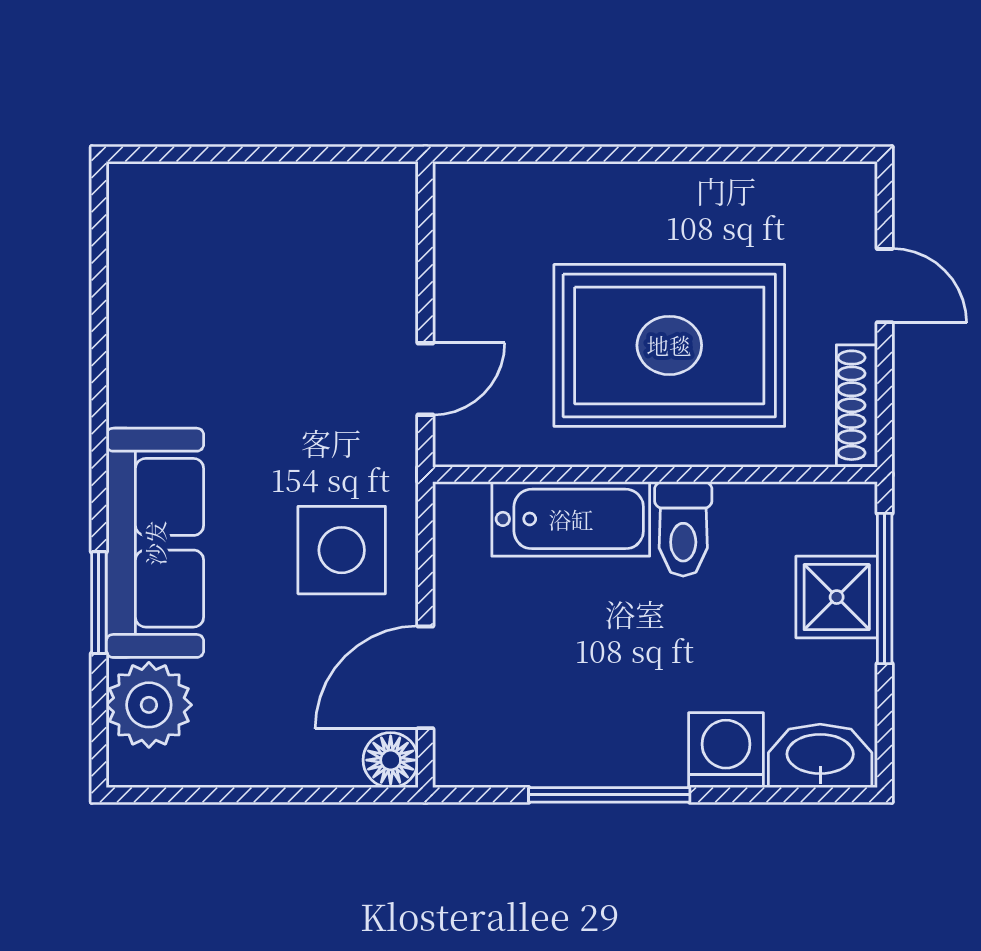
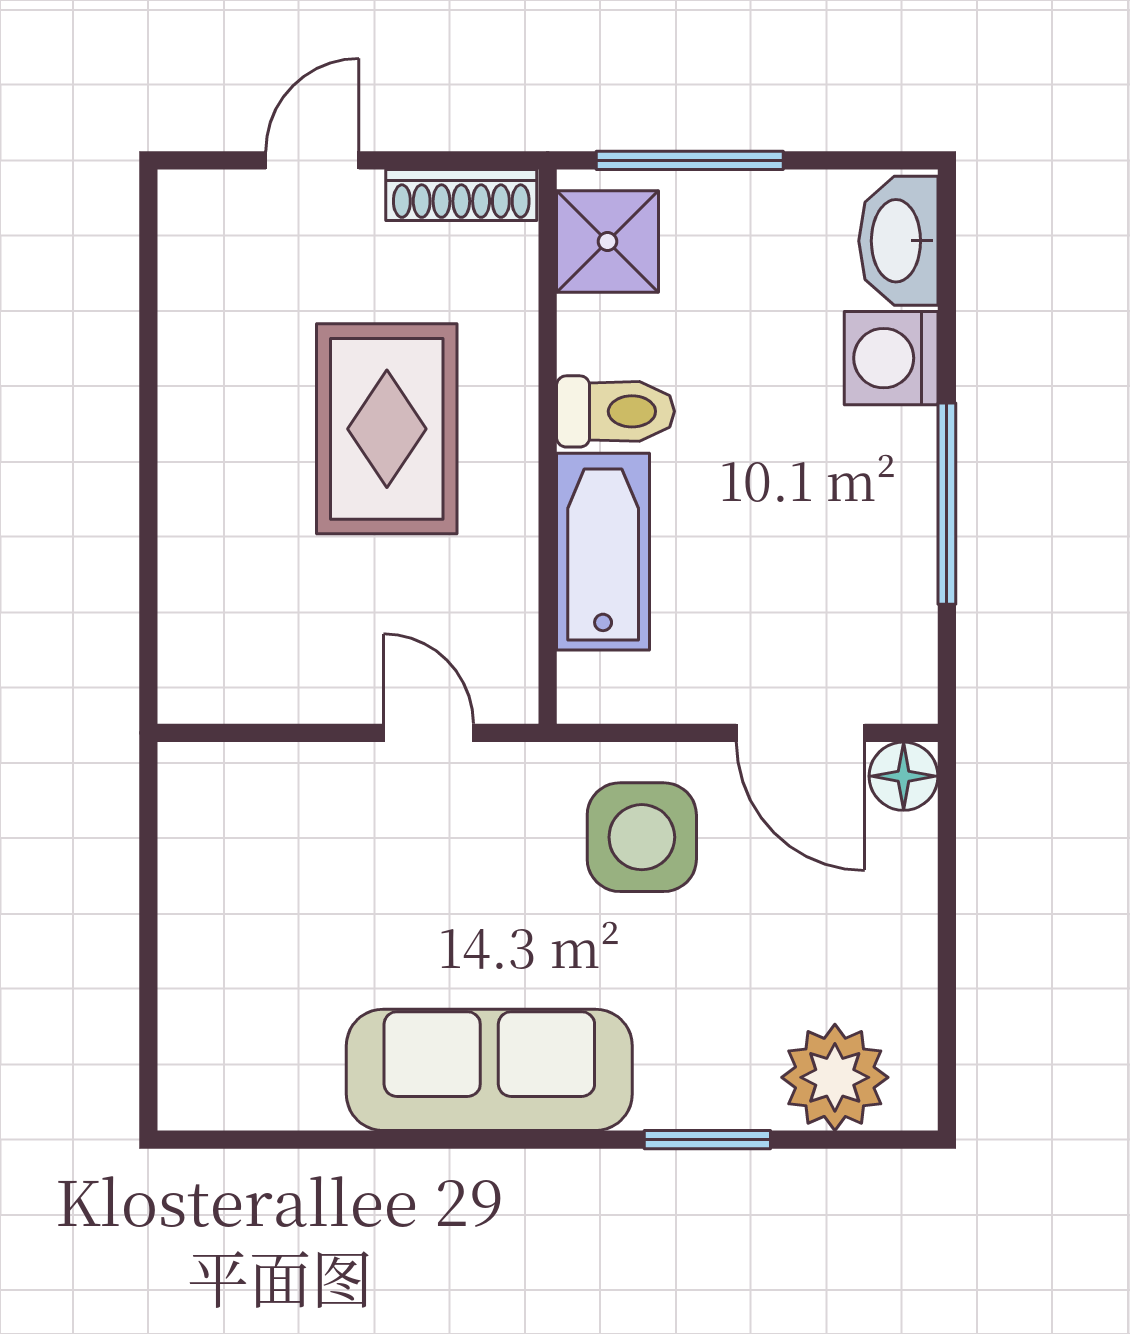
rug: (669, 345) -> (387, 429), width x0.73, depth x0.69
sofa: (155, 543) -> (489, 1070), moved
shower: (837, 597) -> (607, 242), moved

